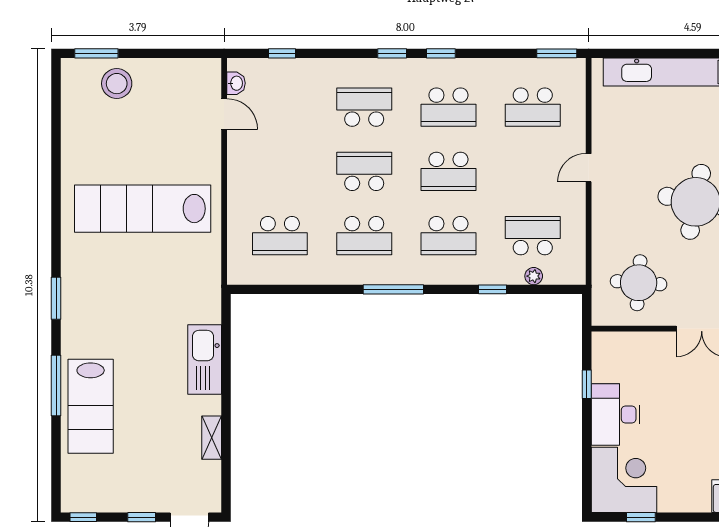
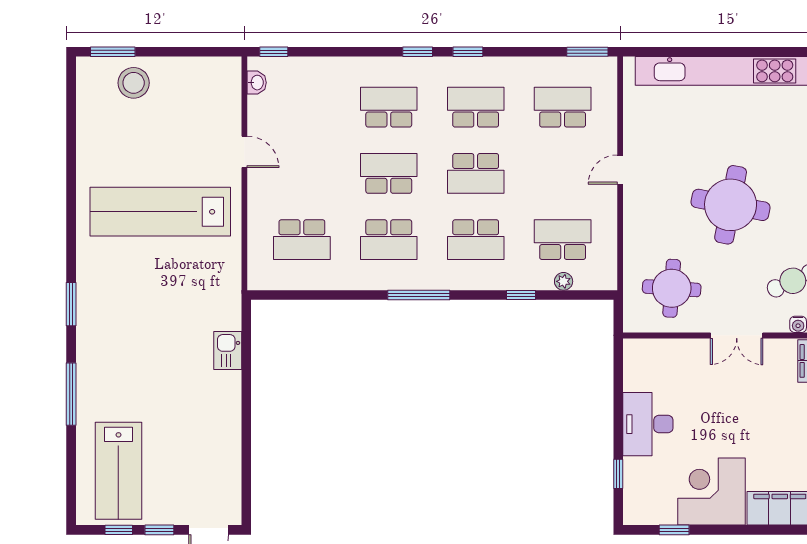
window: (282, 53) -> (274, 52), moved
school desk: (448, 107) -> (476, 107), turned 180
school desk: (533, 107) -> (563, 107), turned 180
door: (224, 114) -> (244, 152), moved
kitchen sink: (205, 359) -> (228, 351), width x0.53, depth x0.81
window: (587, 384) -> (618, 474), moved
lab bench: (91, 406) -> (118, 471), moved
shelving: (212, 438) -> (231, 448), removed
corner desk: (624, 480) -> (712, 491), moved, turned -90
window: (83, 517) -> (119, 530), moved

